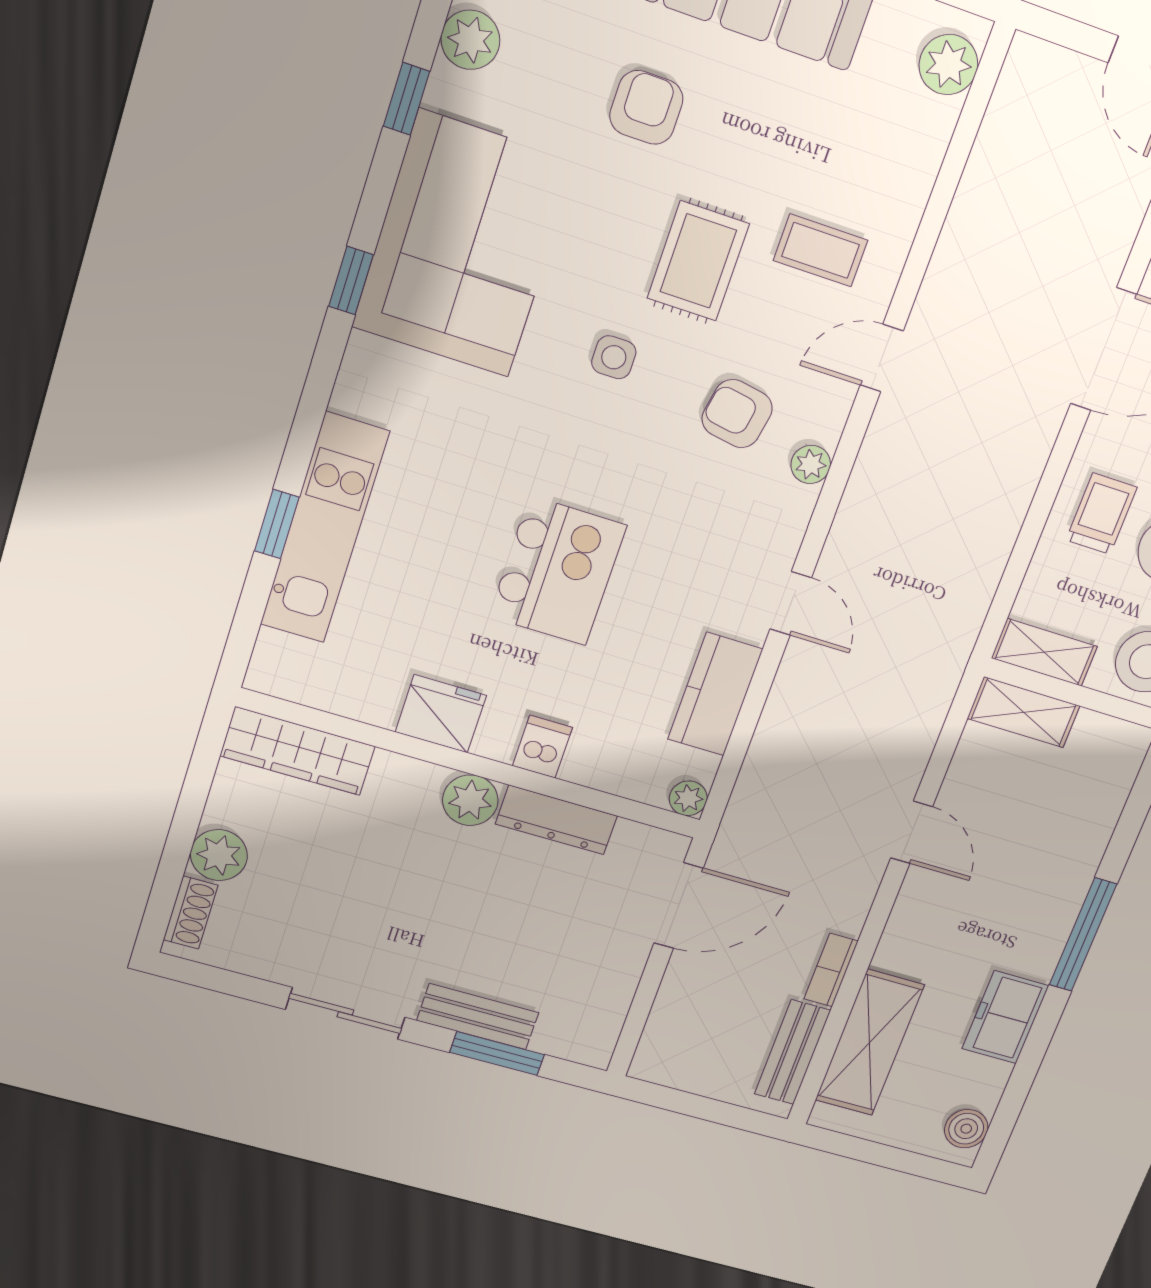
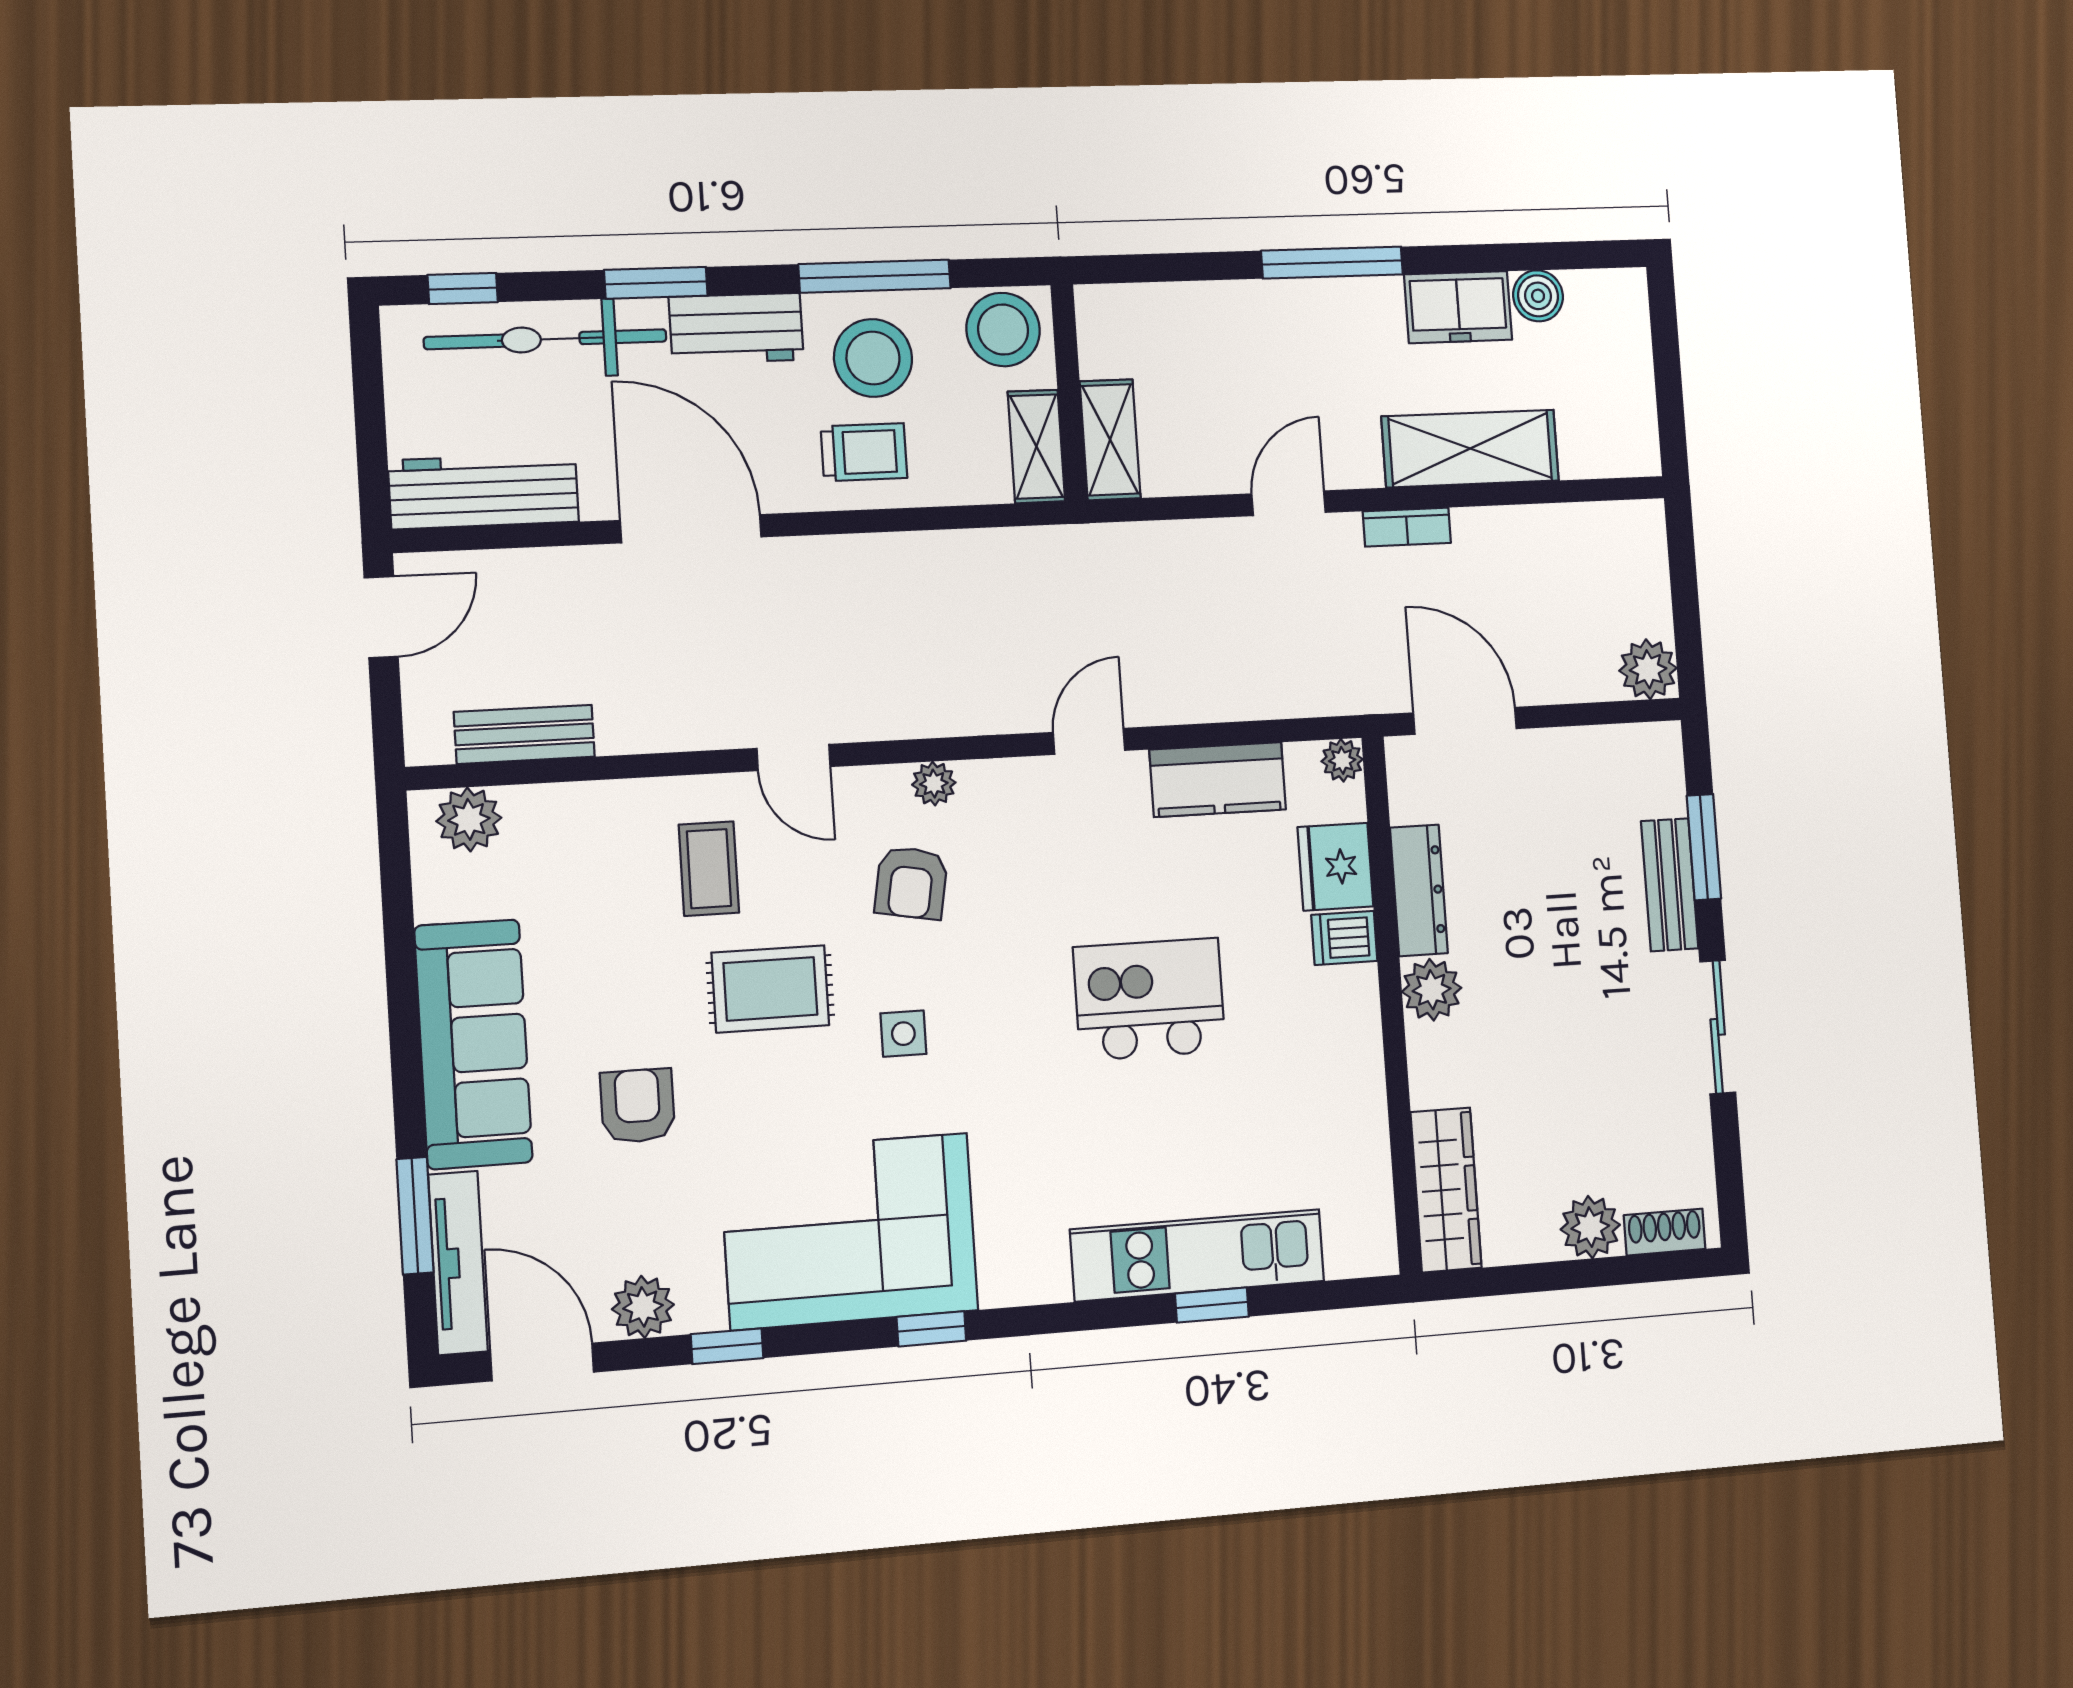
armchair: (646, 107) -> (638, 1106), turned 90
trolley: (1101, 514) -> (864, 452), turned 180
fridge: (441, 714) -> (1336, 867), moved
bookcase: (831, 970) -> (1407, 527), moved
shelving: (869, 1043) -> (1470, 449), moved
bench: (792, 1052) -> (524, 734), moved
plant: (658, 1060) -> (1648, 669), added
boiler: (966, 1129) -> (1538, 296), moved

